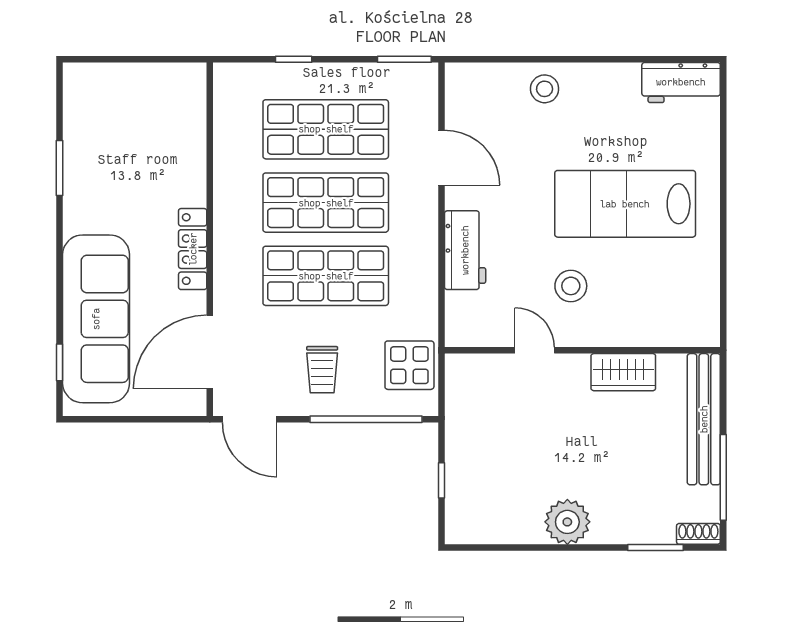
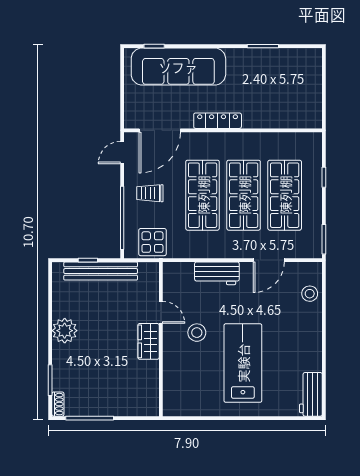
stool: (545, 89) -> (310, 294), moved
door: (535, 350) -> (161, 312), hinge flipped
door: (210, 352) -> (160, 130), swing flipped
wardrobe: (623, 372) -> (149, 341), moved
door: (250, 419) -> (122, 153), width x0.73
bench: (704, 419) -> (101, 271), moved

